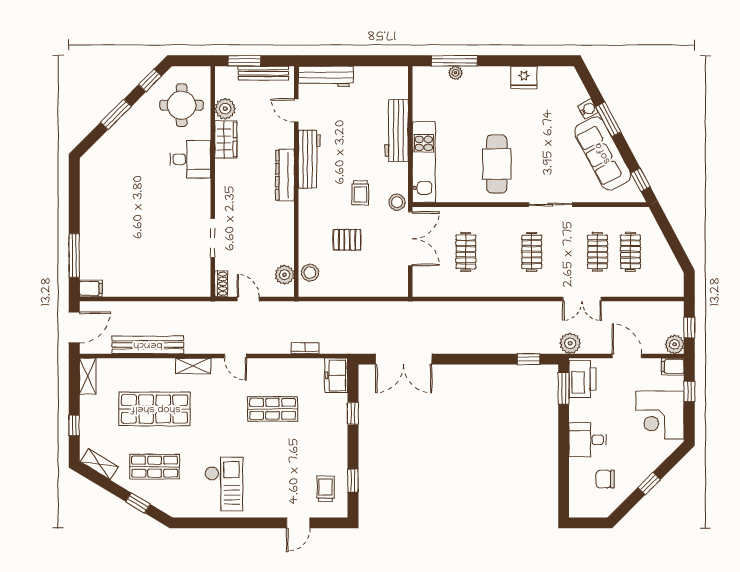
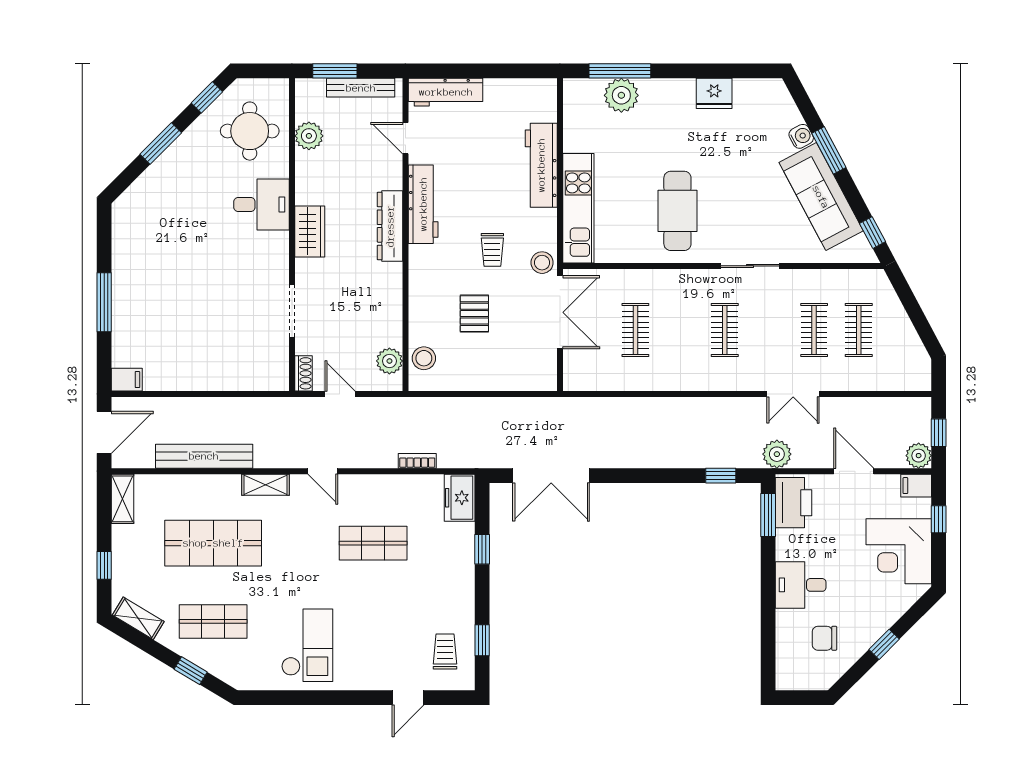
plant: (455, 73) -> (621, 95), width x1.88, depth x1.88
wardrobe: (226, 139) -> (310, 231), moved
pallet: (347, 240) -> (474, 314), turned 90
window: (74, 255) -> (104, 302), moved

